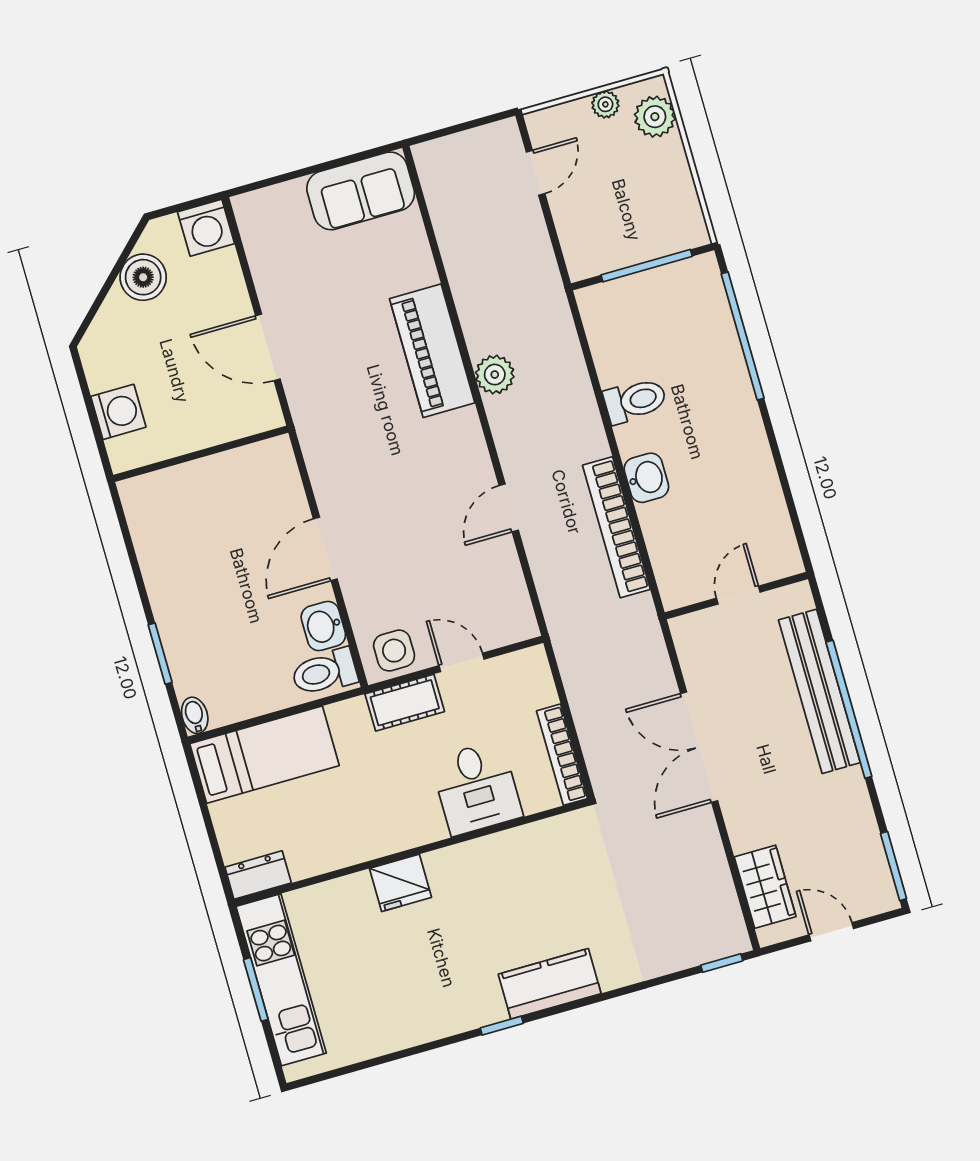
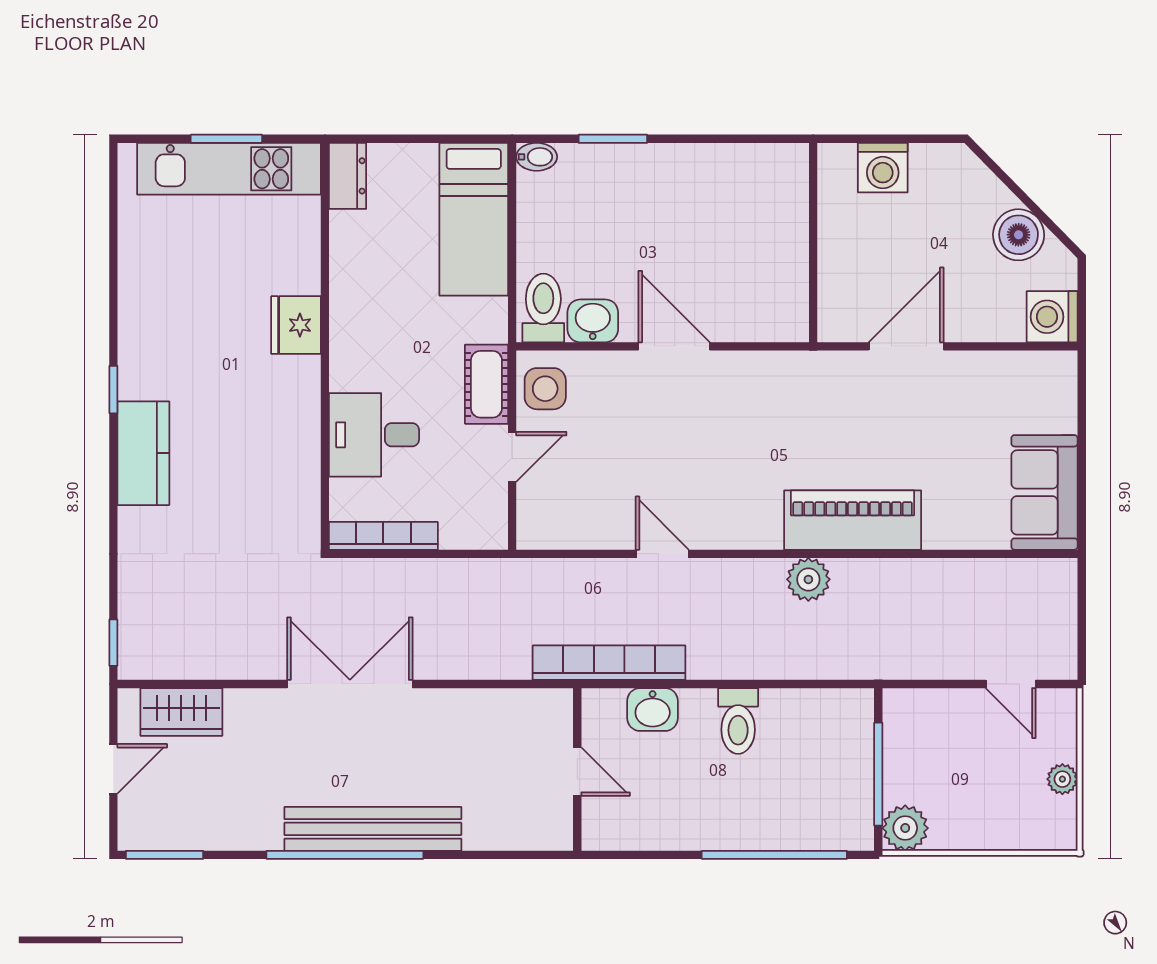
plant: (655, 117) -> (905, 828), moved
door: (738, 595) -> (577, 772), moved
wall: (736, 596) -> (577, 769), moved

